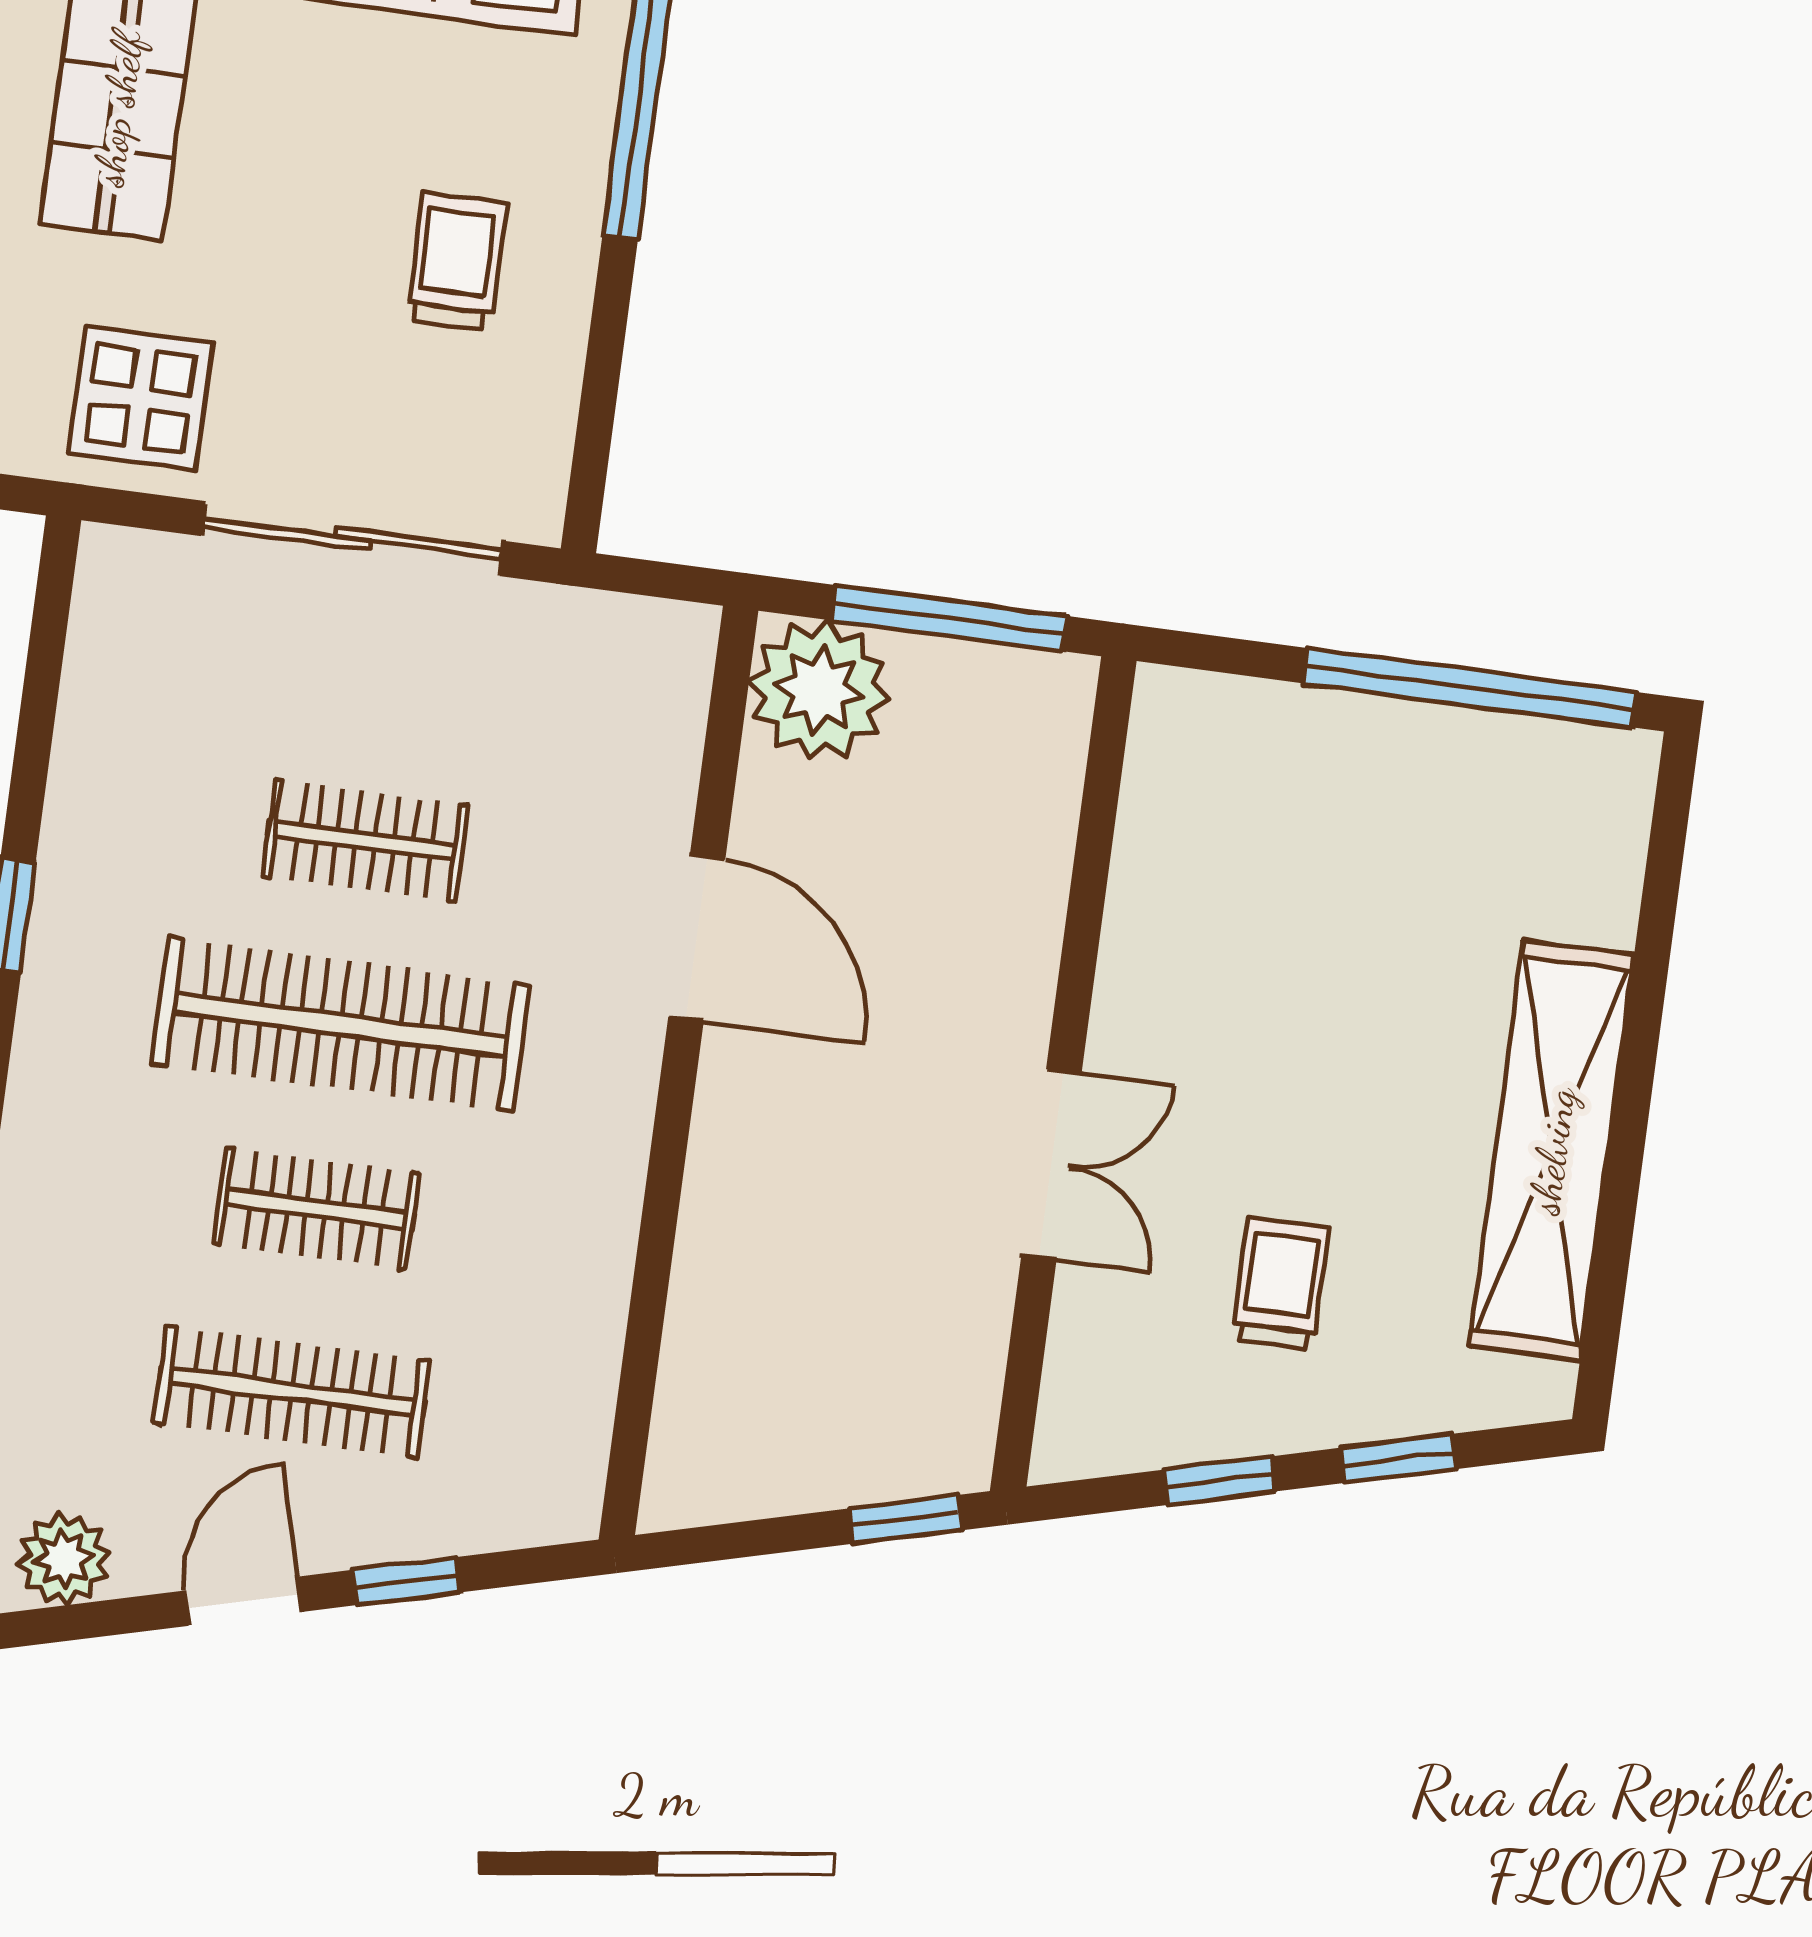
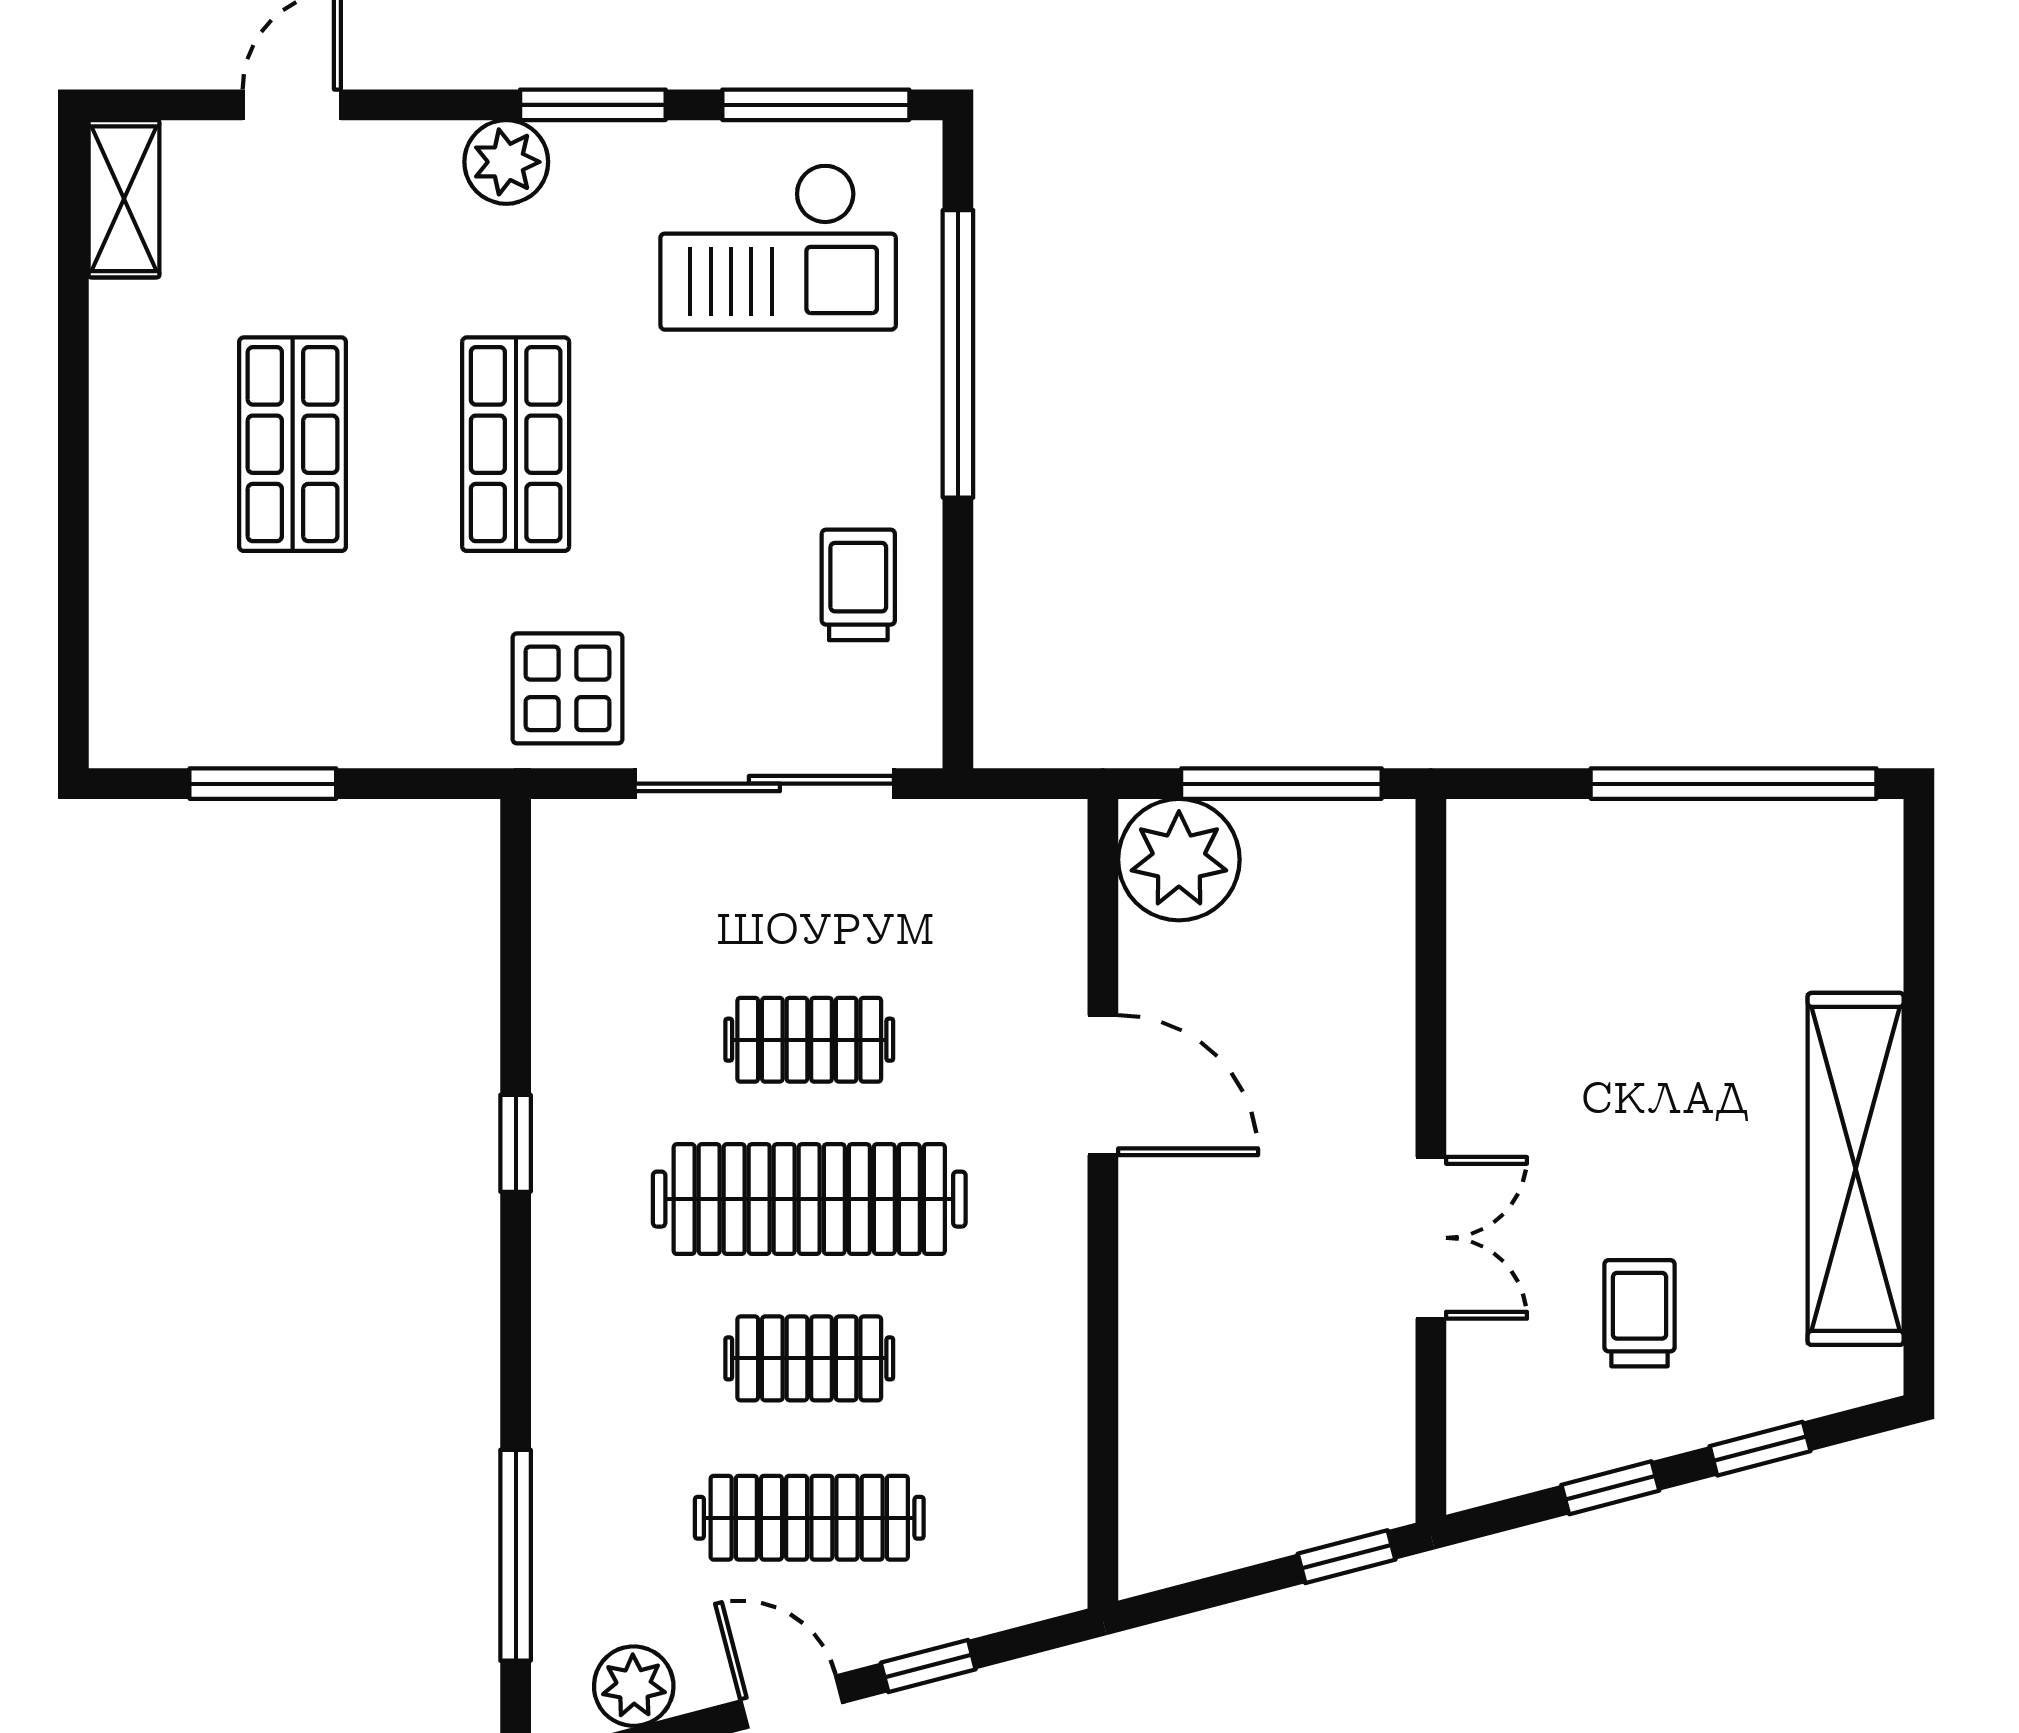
trolley: (456, 262) -> (858, 585), moved
door: (243, 1601) -> (792, 1702), hinge flipped

